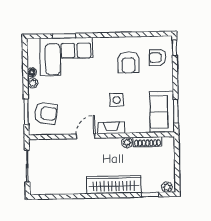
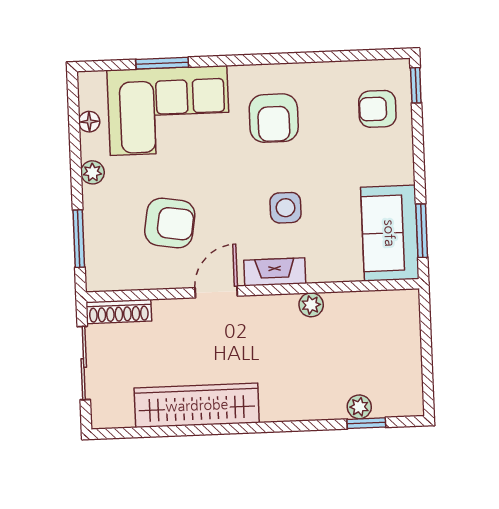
armchair: (129, 62) -> (274, 118), moved
floor lamp: (32, 72) -> (89, 122), moved
armchair: (46, 113) -> (170, 223), moved
shoe rack: (147, 142) -> (119, 312), moved
wardrobe: (114, 185) -> (197, 405), moved
plant: (167, 187) -> (359, 407), moved

